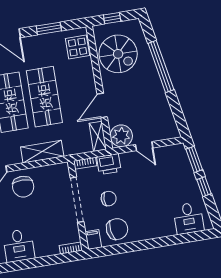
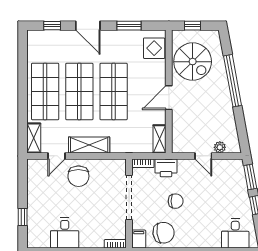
door: (102, 105) -> (169, 98), moved
plant: (121, 136) -> (220, 147), moved, width x0.53, depth x0.53
shelving: (42, 152) -> (89, 145), moved
chair: (109, 199) -> (176, 201), moved

